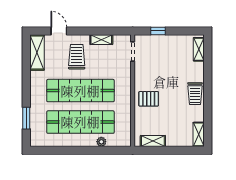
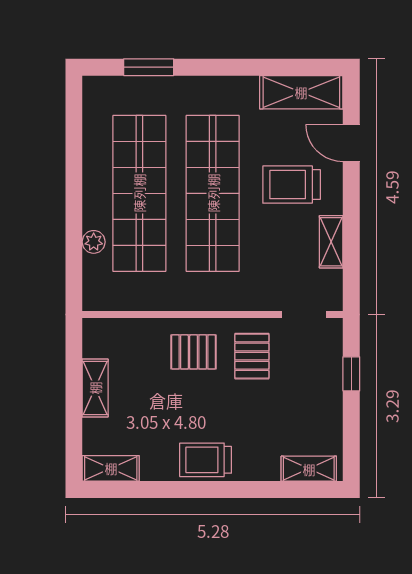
door: (59, 31) -> (351, 143), swing flipped
trolley: (77, 57) -> (292, 185), turned 180
pallet: (150, 74) -> (252, 356), added
pallet: (149, 99) -> (194, 352), turned 90
shelving: (153, 141) -> (95, 388), moved

